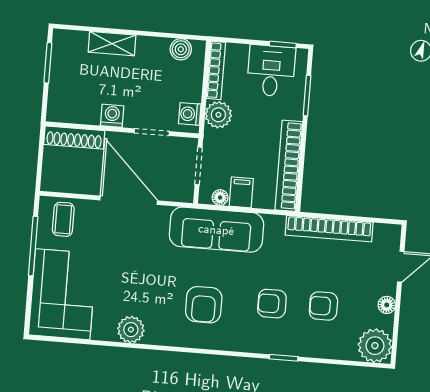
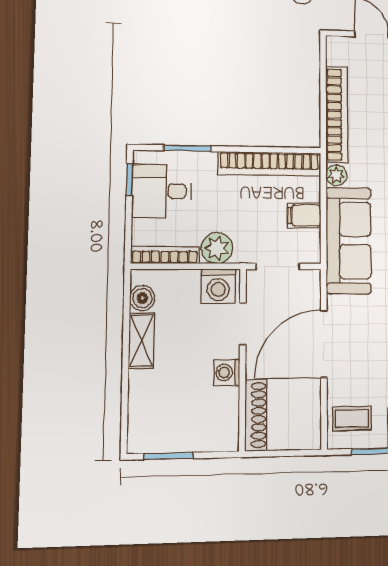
shelving: (112, 44) -> (141, 341), moved
washing machine: (190, 114) -> (218, 286), width x1.38, depth x1.38
floor lamp: (220, 198) -> (312, 239), removed
plant: (275, 224) -> (336, 175), added

